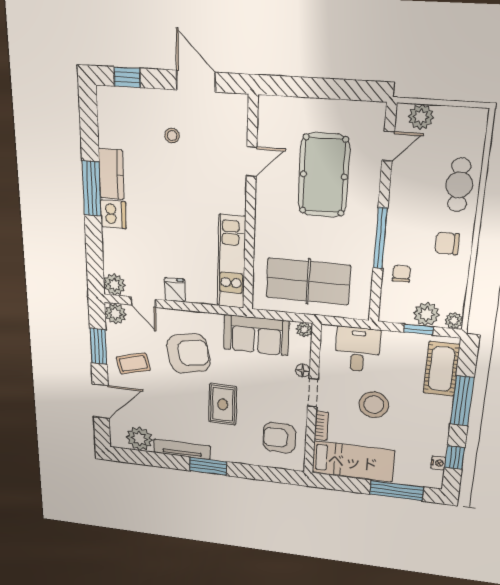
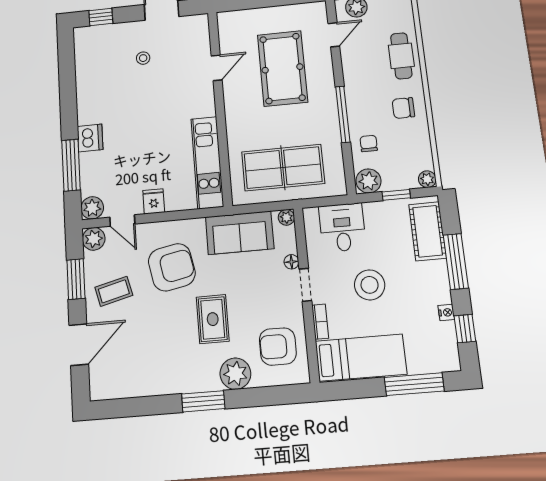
kitchen counter: (111, 174) -> (88, 101), removed
window: (92, 188) -> (71, 165), moved
plant: (426, 314) -> (369, 181), moved
plant: (139, 439) -> (235, 374), moved
tv unit: (182, 449) -> (172, 386), removed
nightstand: (438, 463) -> (446, 312), moved

